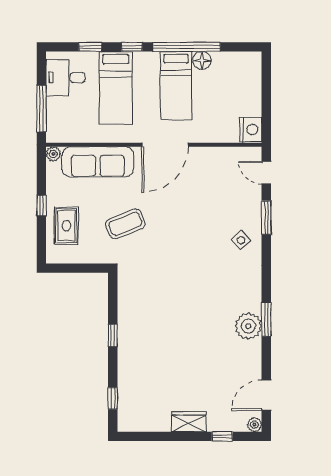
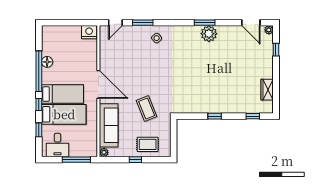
bed: (176, 86) -> (62, 94), moved
wardrobe: (189, 422) -> (267, 90), moved

